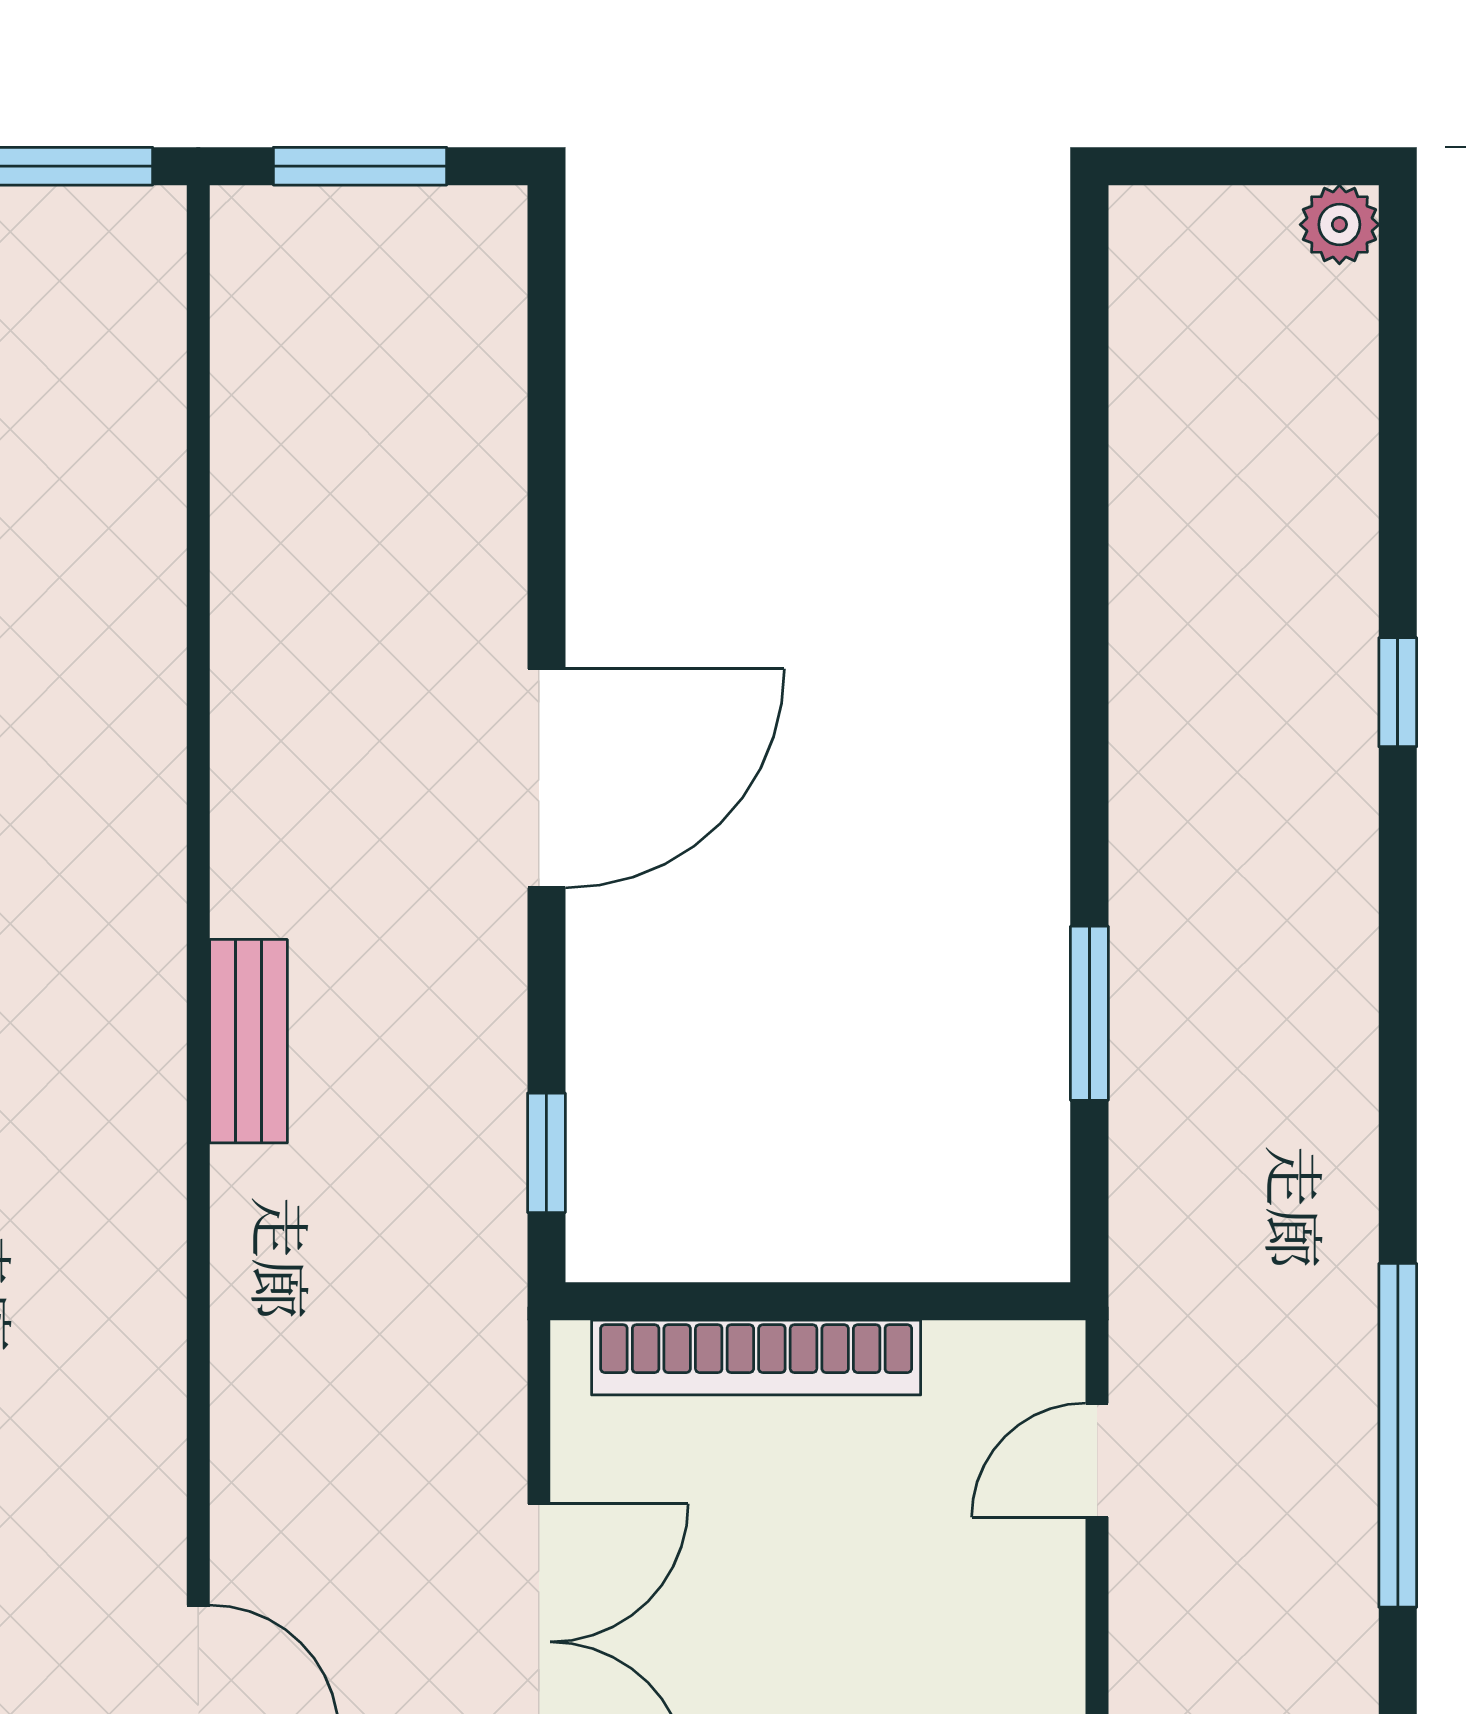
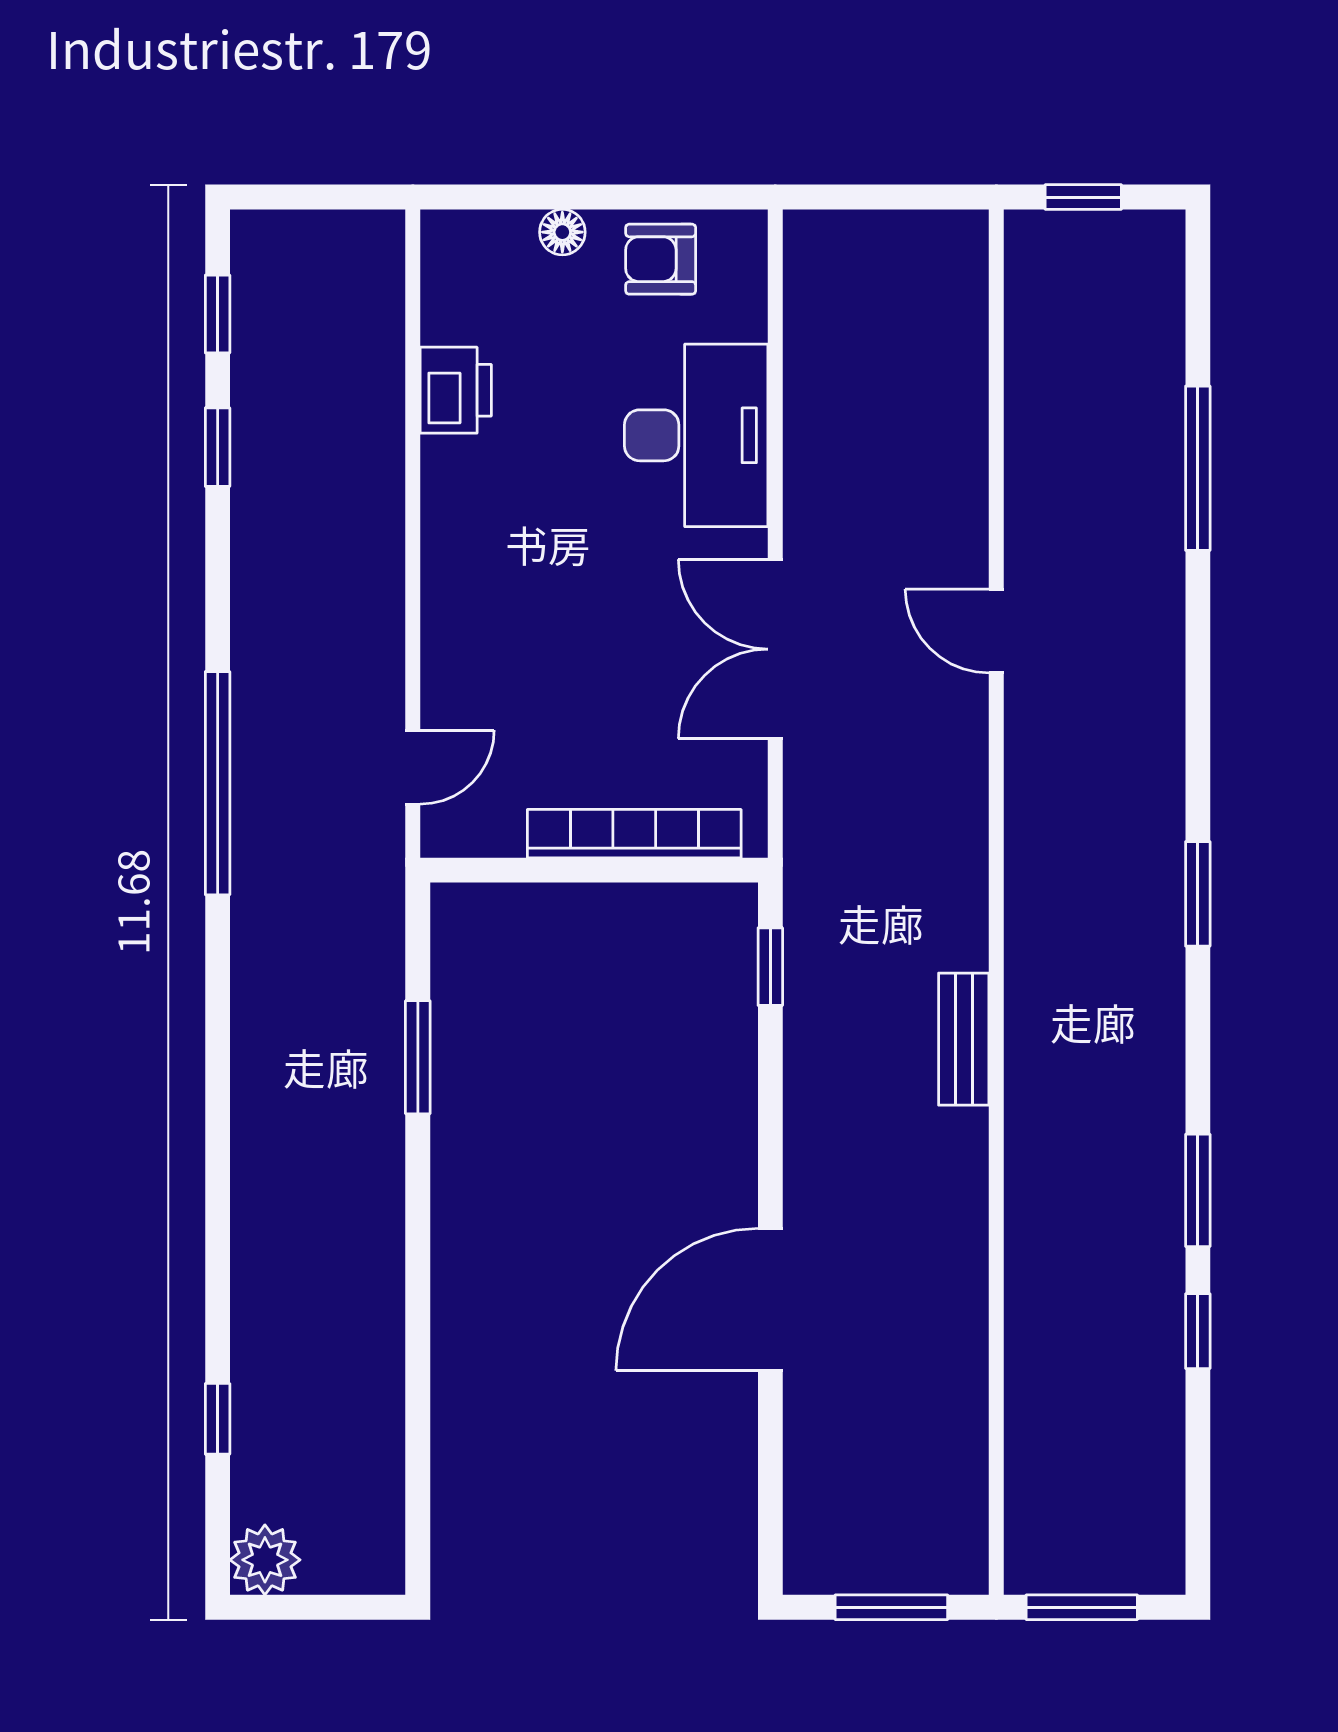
plant: (1339, 225) -> (265, 1560), width x1.38, depth x1.38
window: (1398, 692) -> (218, 1419), moved
door: (546, 778) -> (770, 1300), moved

